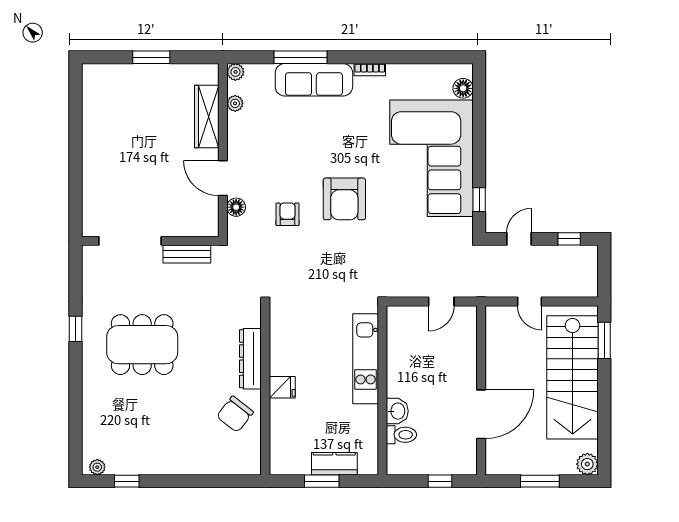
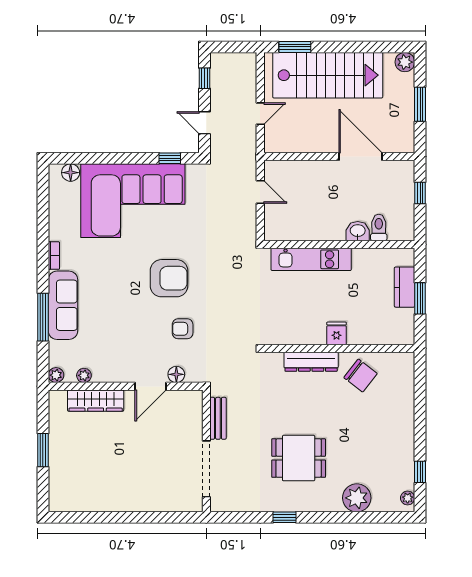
dining table: (142, 345) -> (299, 458), width x0.73
plant: (97, 410) -> (357, 498), added

